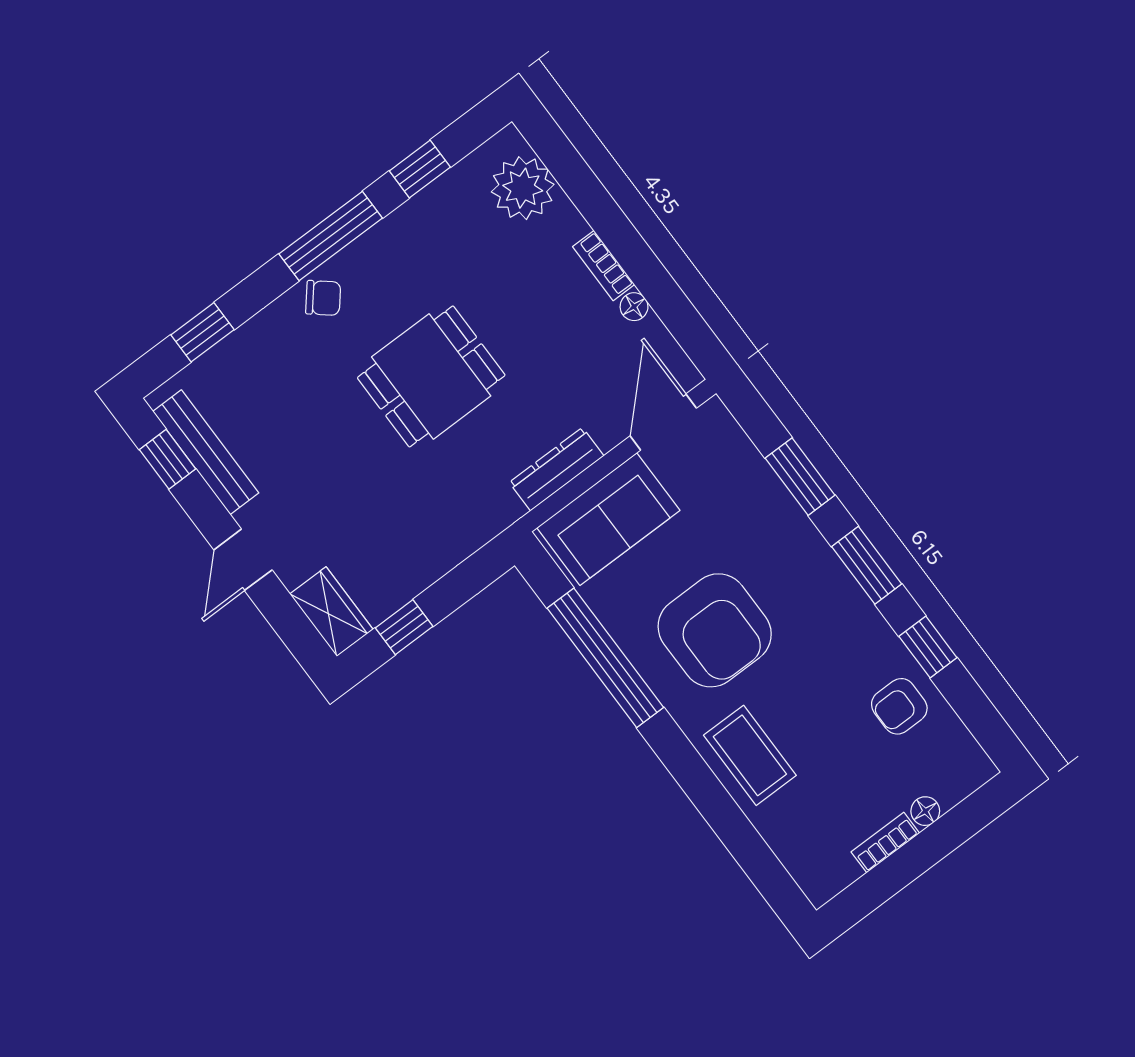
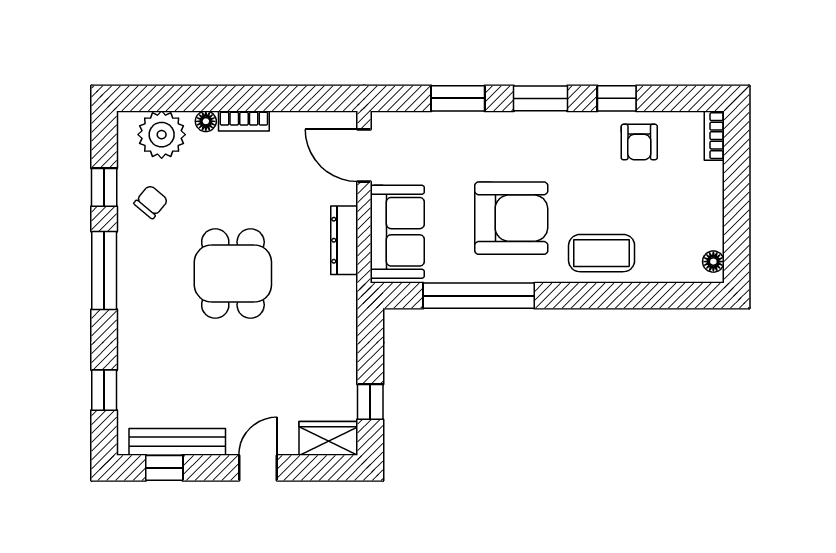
chair: (323, 298) -> (151, 202), moved
floor lamp: (634, 307) -> (206, 121), moved
door: (243, 560) -> (258, 468), swing flipped
floor lamp: (925, 811) -> (713, 262), moved
bookcase: (885, 842) -> (714, 136), moved

